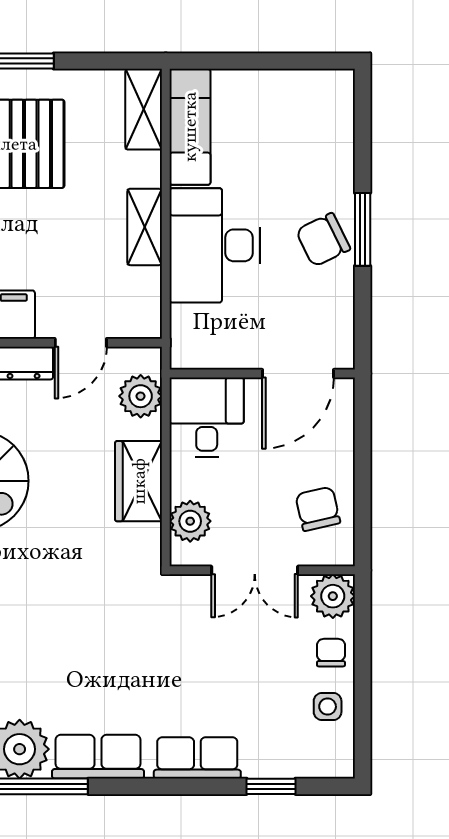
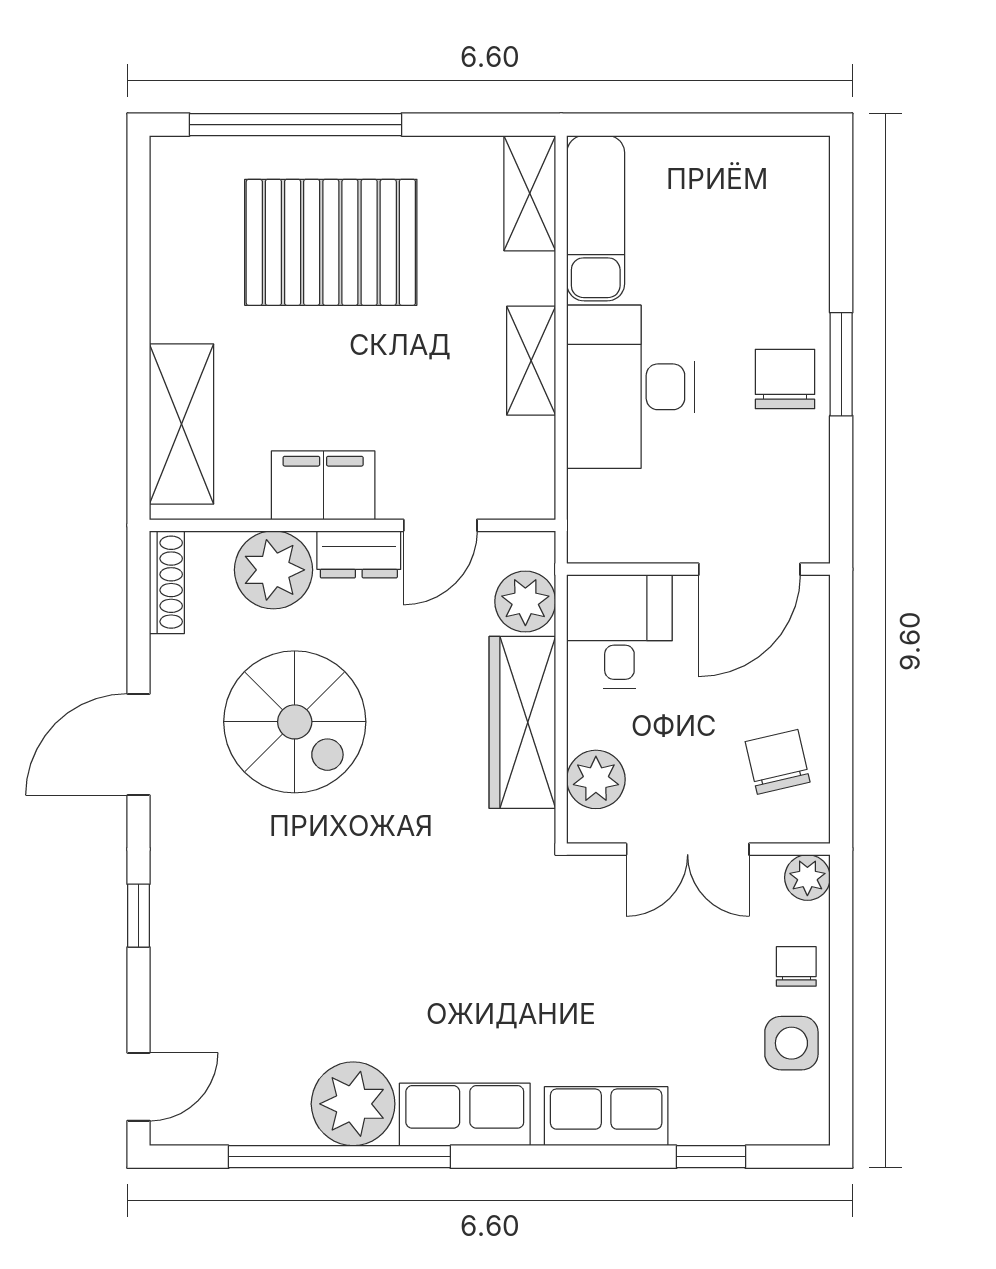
chair: (323, 240) -> (785, 379), turned 116
wardrobe: (139, 481) -> (522, 722), width x1.50
plant: (333, 596) -> (807, 878), width x0.73, depth x0.73
side table: (328, 707) -> (791, 1043), width x1.37, depth x1.37

